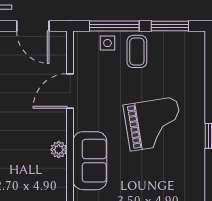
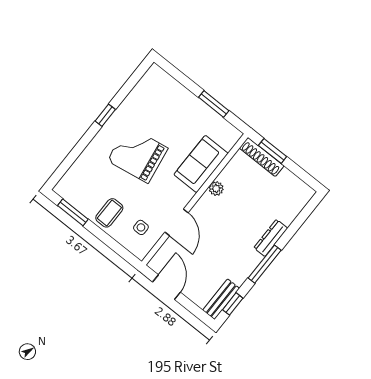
window: (114, 26) -> (111, 243), removed
side table: (107, 43) -> (141, 227), moved
door: (70, 91) -> (176, 222), hinge flipped

